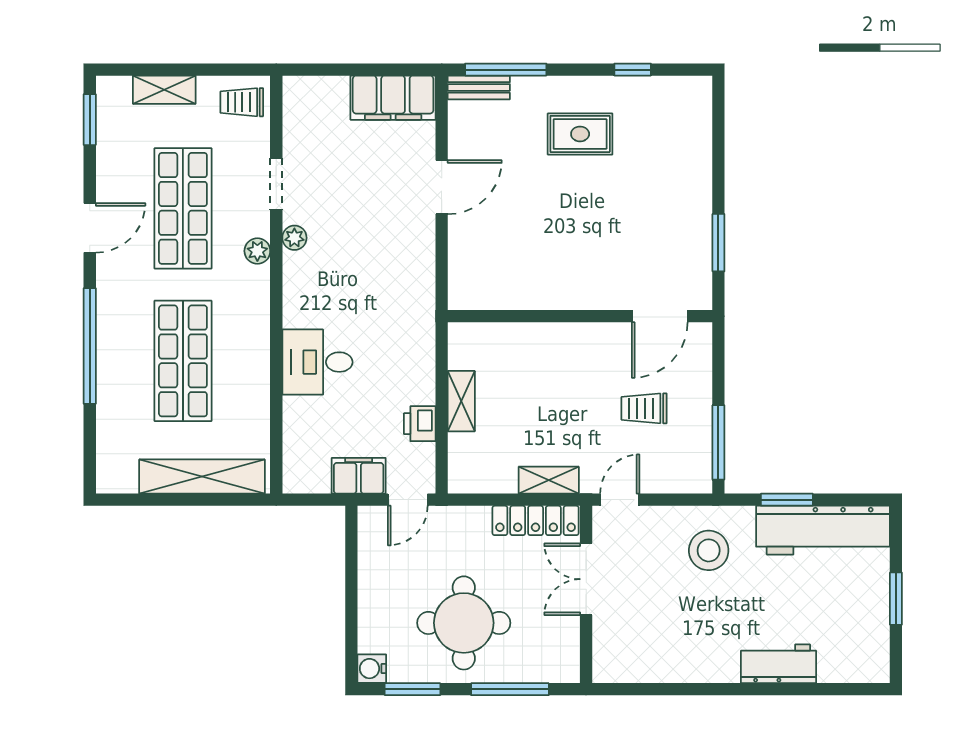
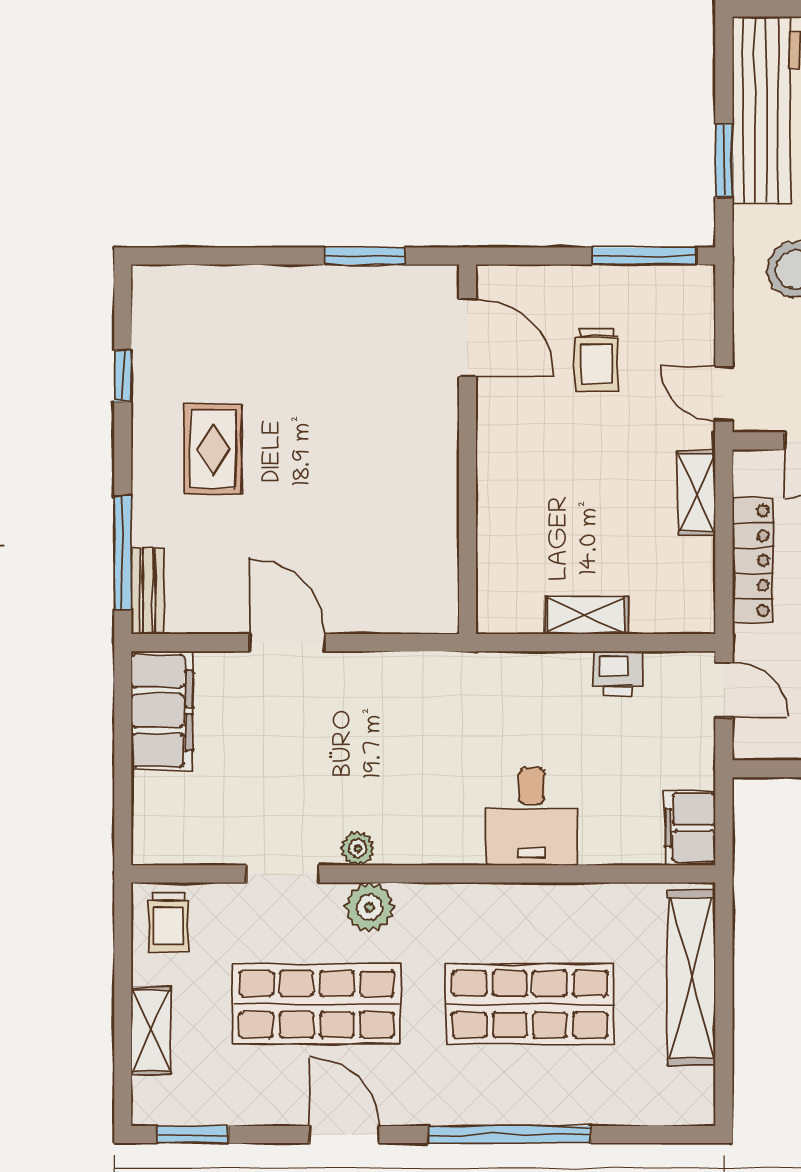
plant: (257, 251) -> (370, 907), width x1.38, depth x1.38
filing cabinet: (359, 476) -> (690, 828), moved
locker: (536, 520) -> (753, 561), moved

